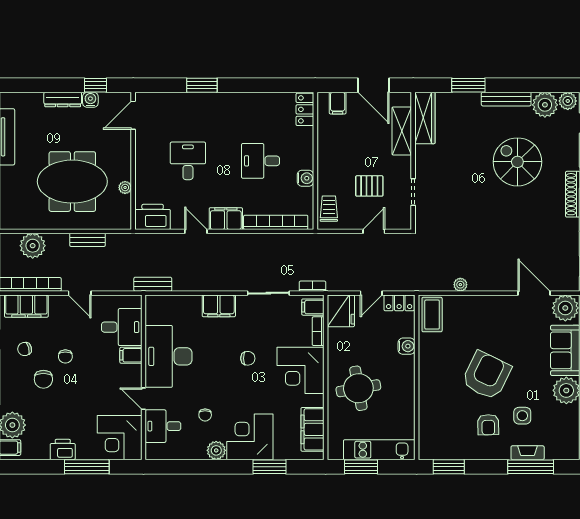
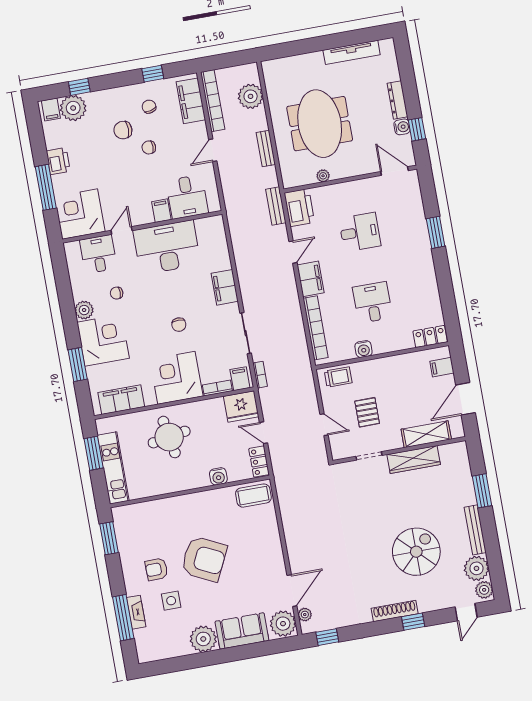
wardrobe: (425, 118) -> (414, 460), moved
bench: (153, 284) -> (276, 206), moved
plant: (460, 285) -> (305, 615), moved

